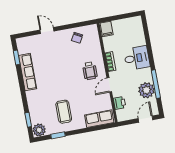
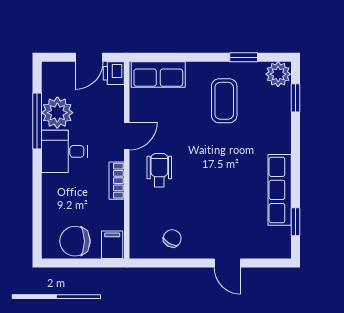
chair: (126, 27) -> (75, 241), added
desk: (137, 58) -> (64, 151), moved
printer: (120, 103) -> (114, 73), moved
door: (146, 119) -> (89, 57), moved

